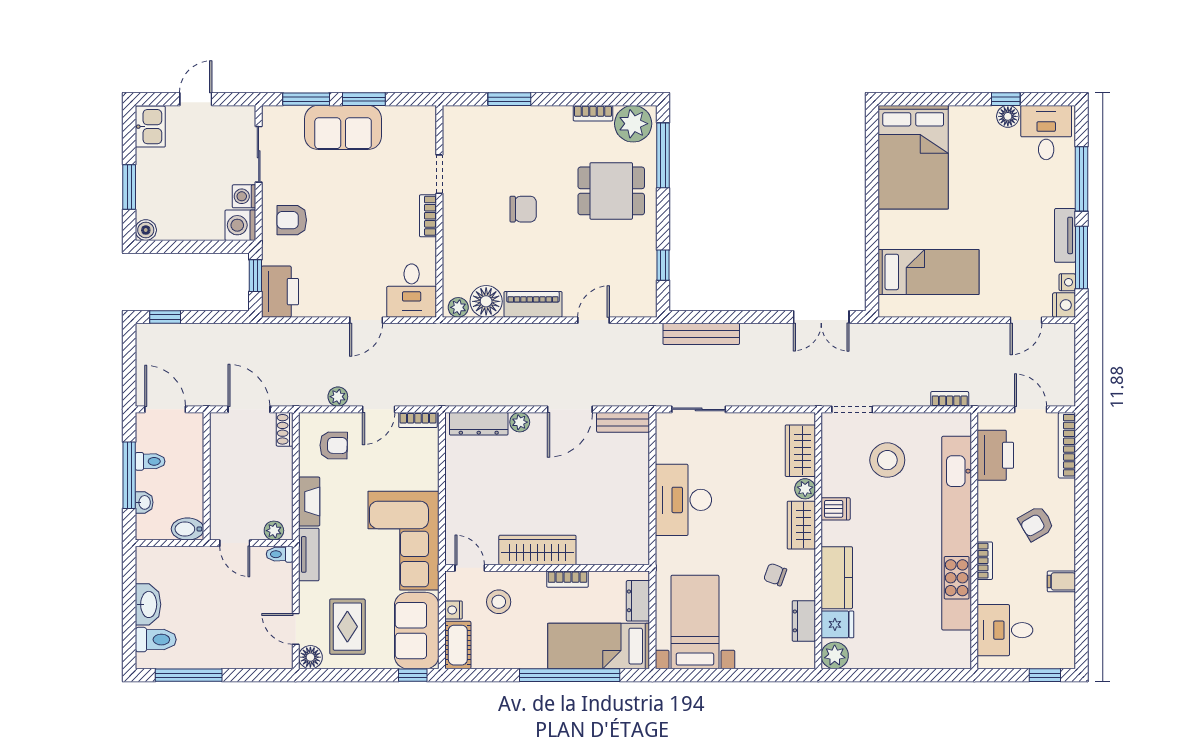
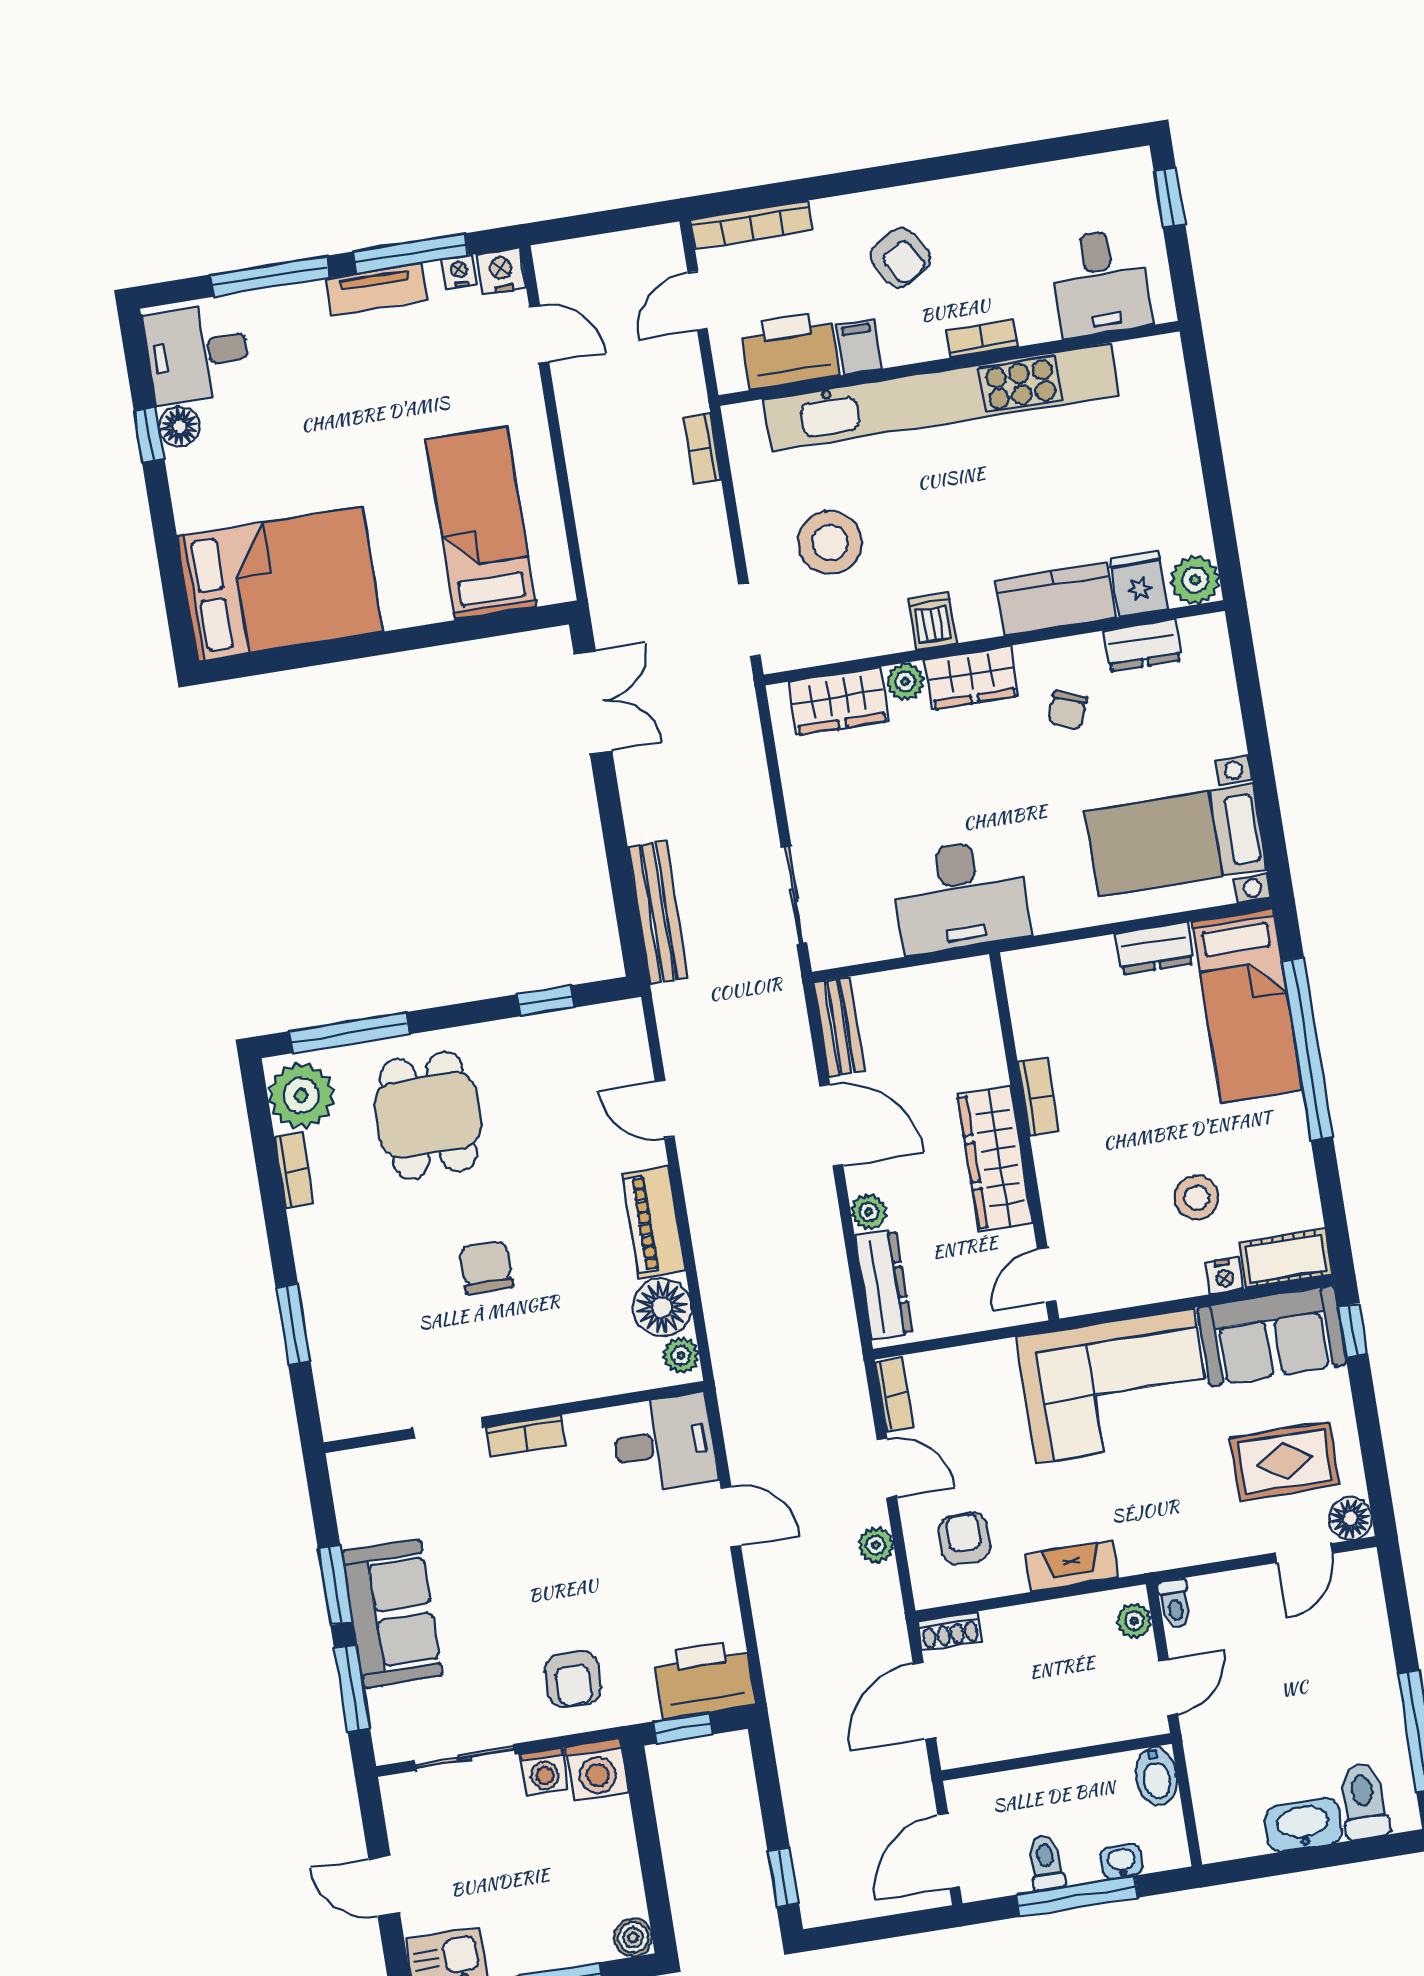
wardrobe: (537, 550) -> (995, 1159), moved
tv unit: (309, 554) -> (1167, 1551), removed
door: (470, 568) -> (1047, 1275), moved
wall: (547, 568) -> (1024, 1136), moved
bookcase: (568, 579) -> (1038, 1097), moved
filing cabinet: (1061, 581) -> (859, 347), moved, turned 180

